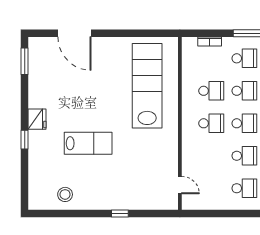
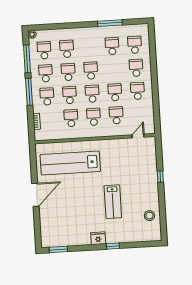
door: (74, 33) -> (35, 195), moved
lab bench: (88, 143) -> (113, 202), turned 180
school desk: (211, 156) -> (116, 115), added

